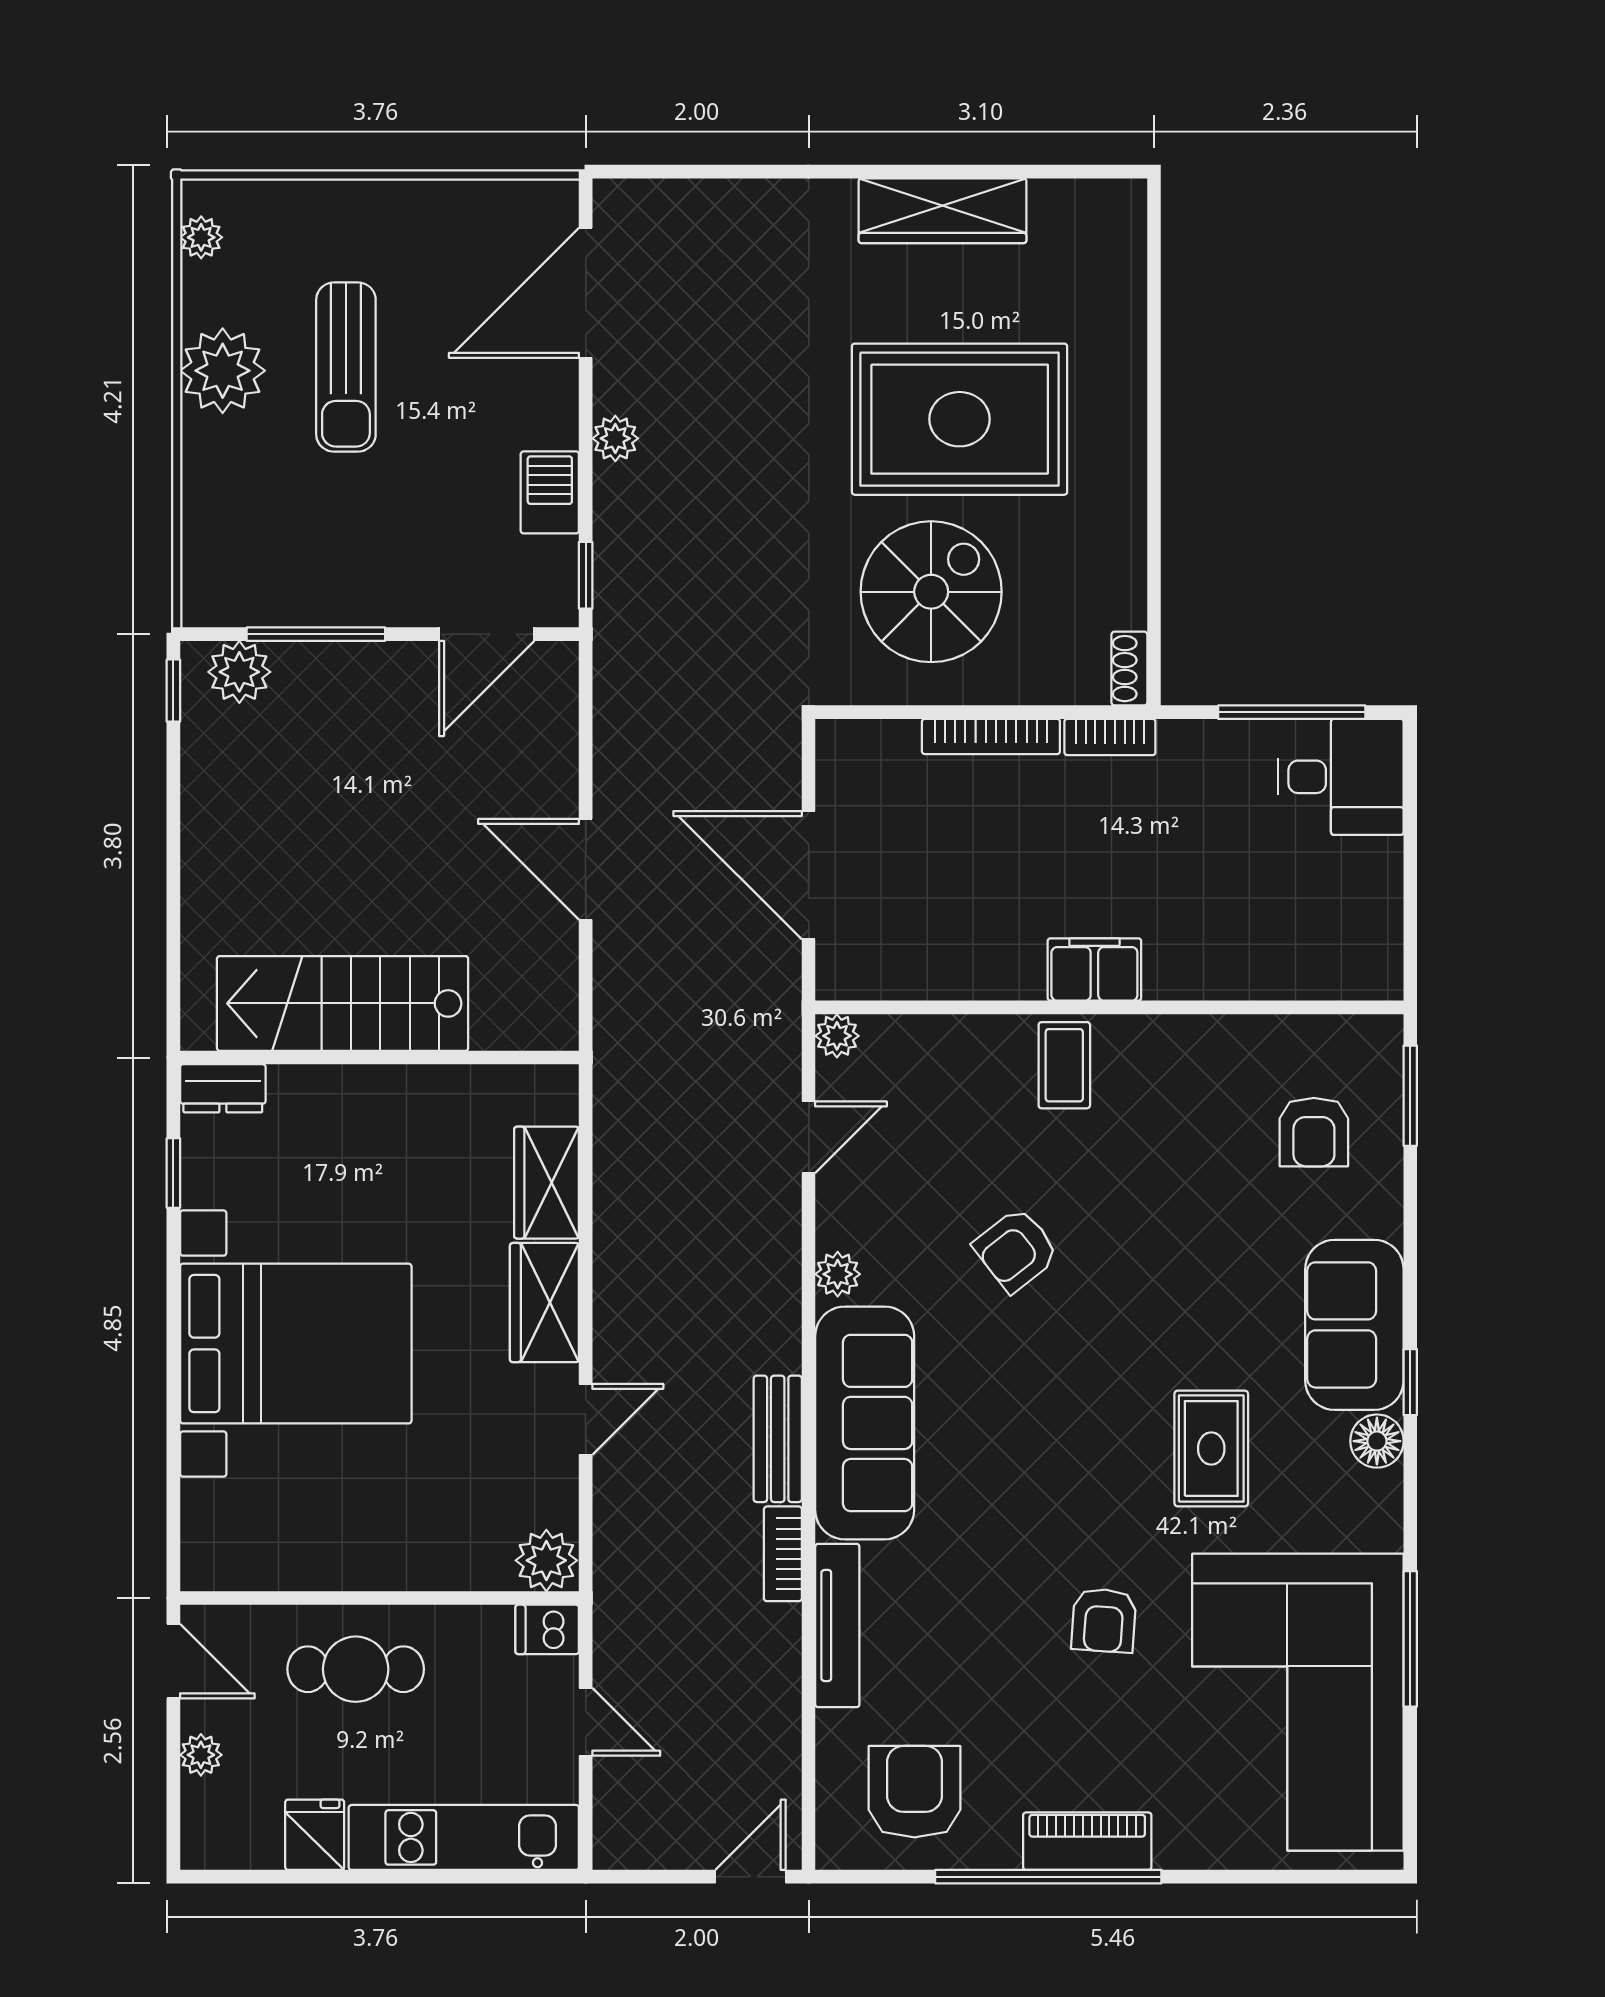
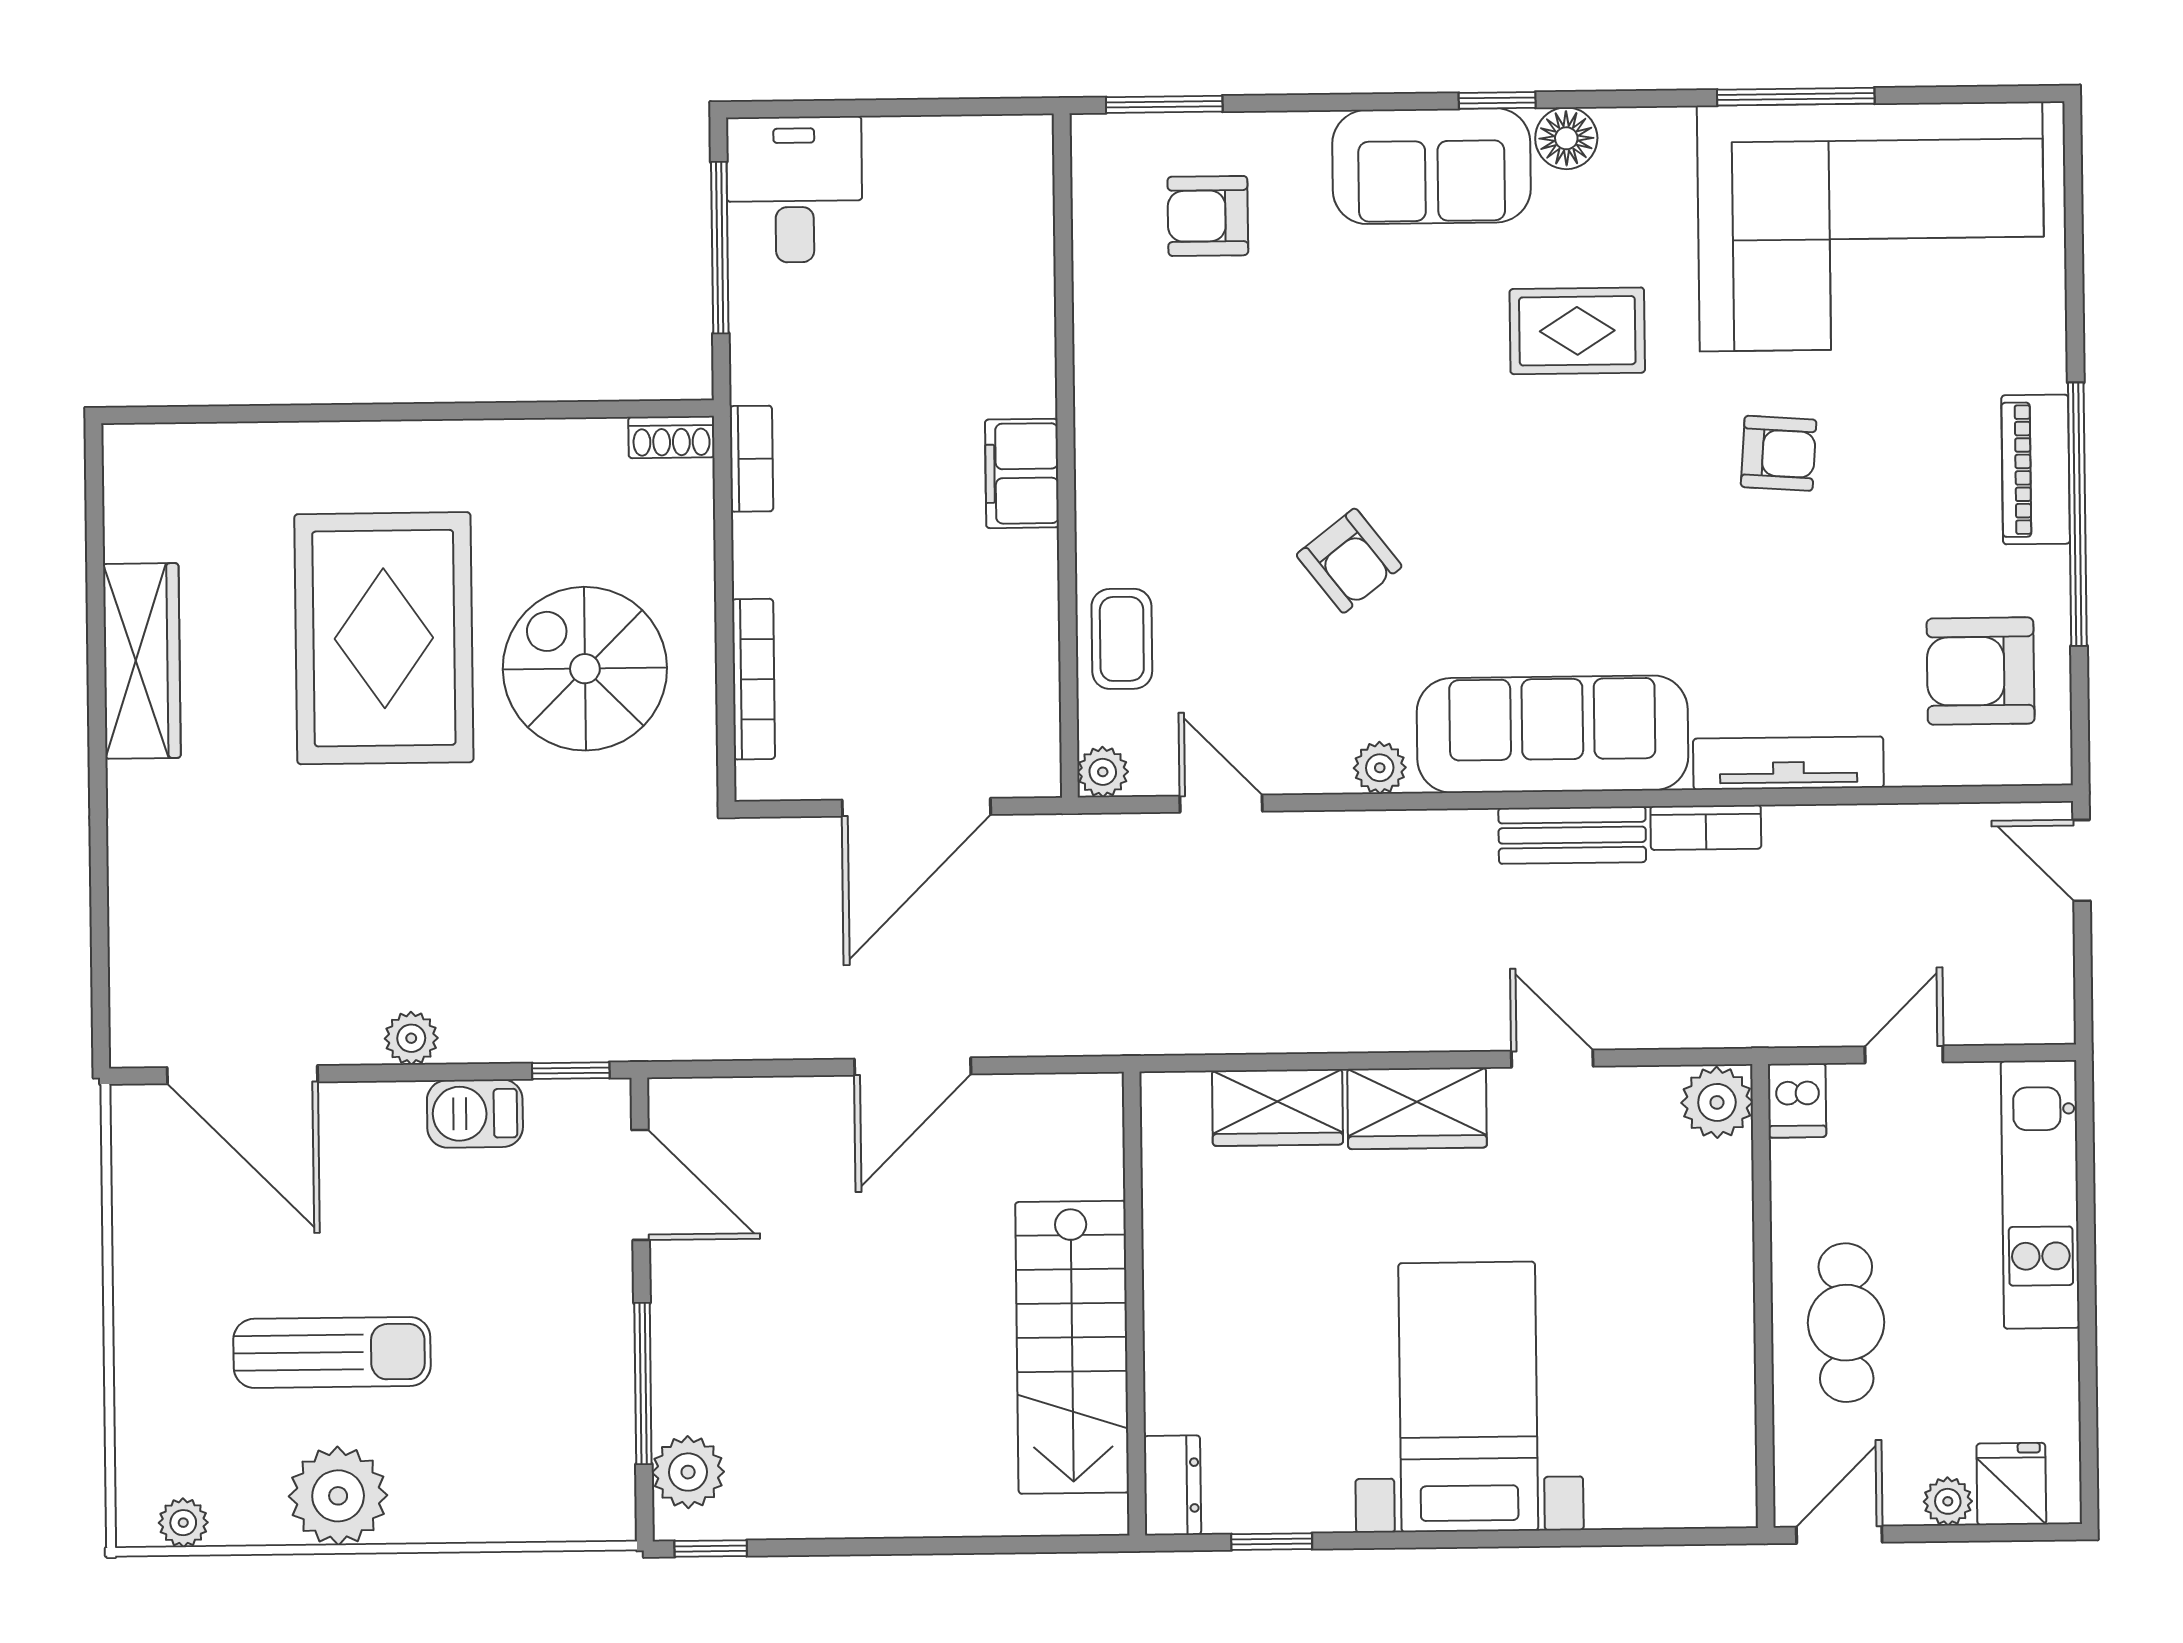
bookcase: (991, 736) -> (753, 679), moved
coffee table: (1064, 1065) -> (1122, 639), moved, turned 90
armchair: (1314, 1132) -> (1208, 216), turned 180
bed with nightstands: (296, 1344) -> (1468, 1397), width x0.73
fridge: (315, 1835) -> (2011, 1484), moved, turned 90

